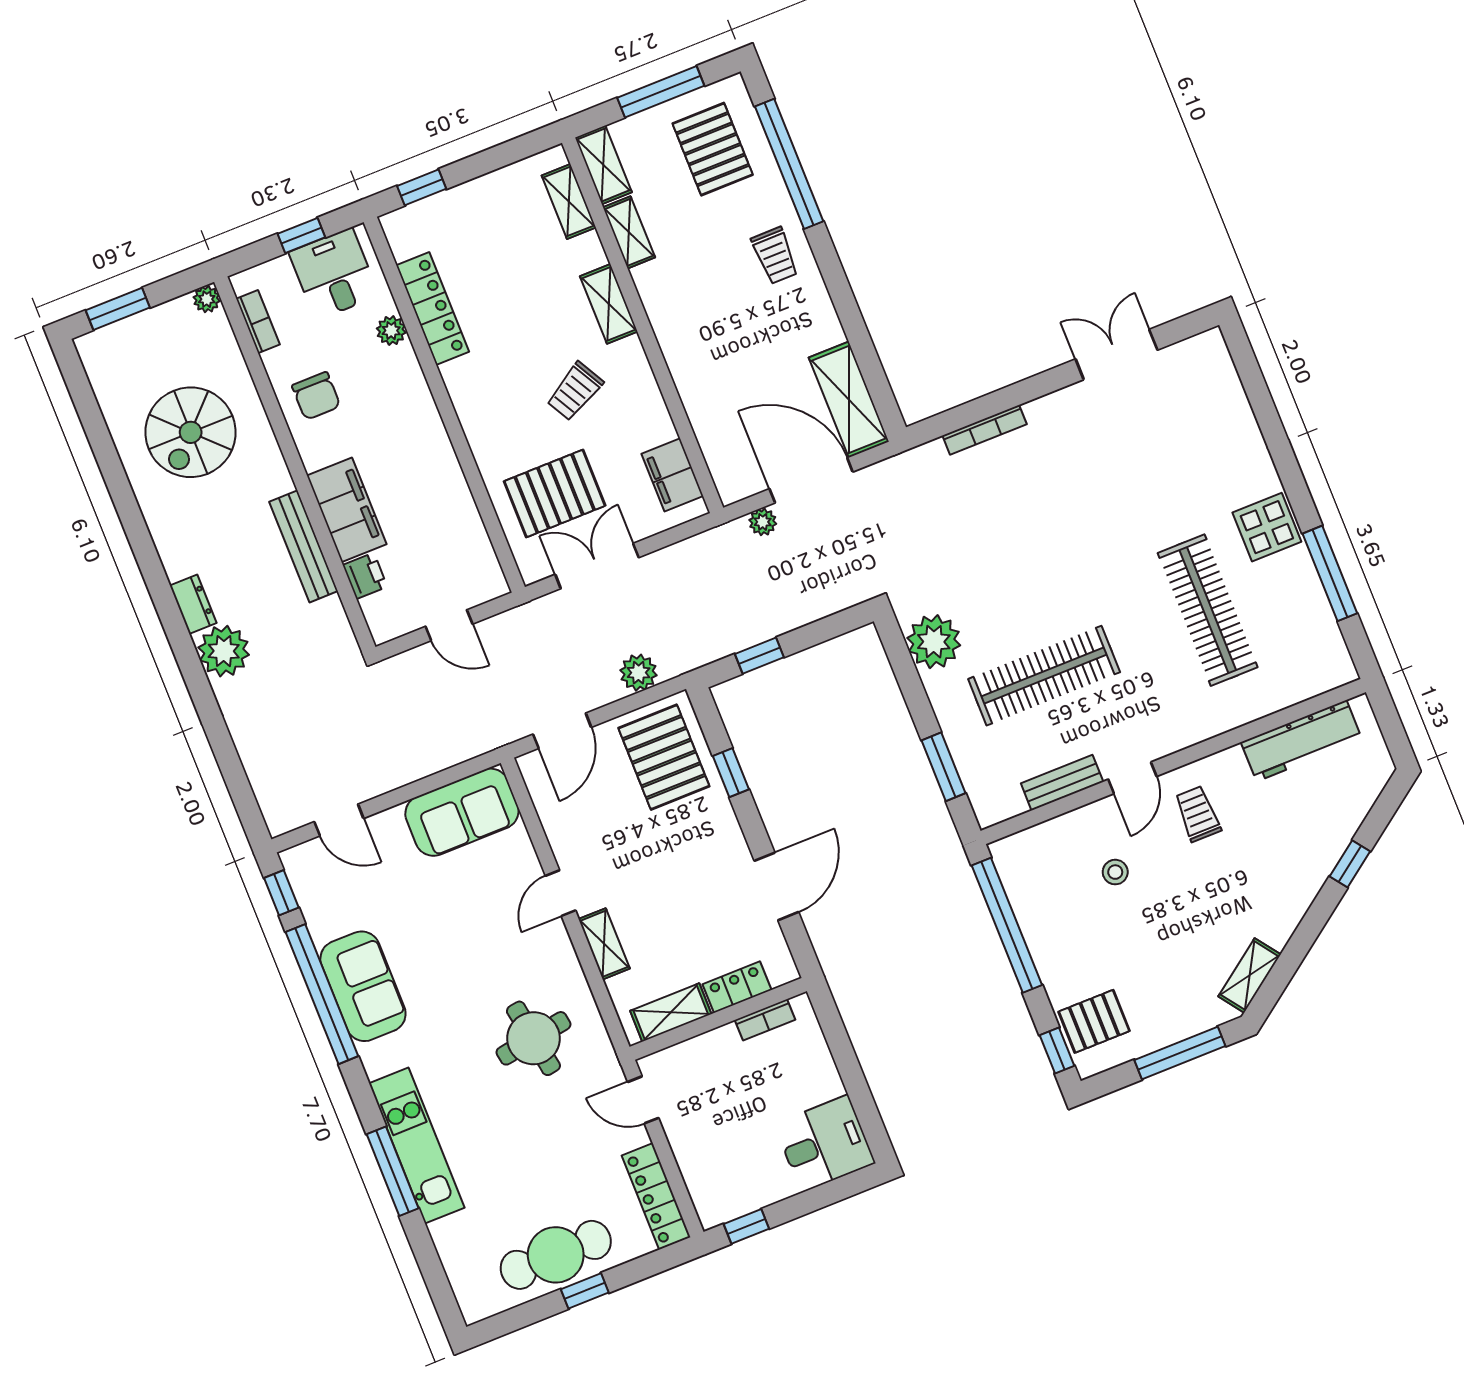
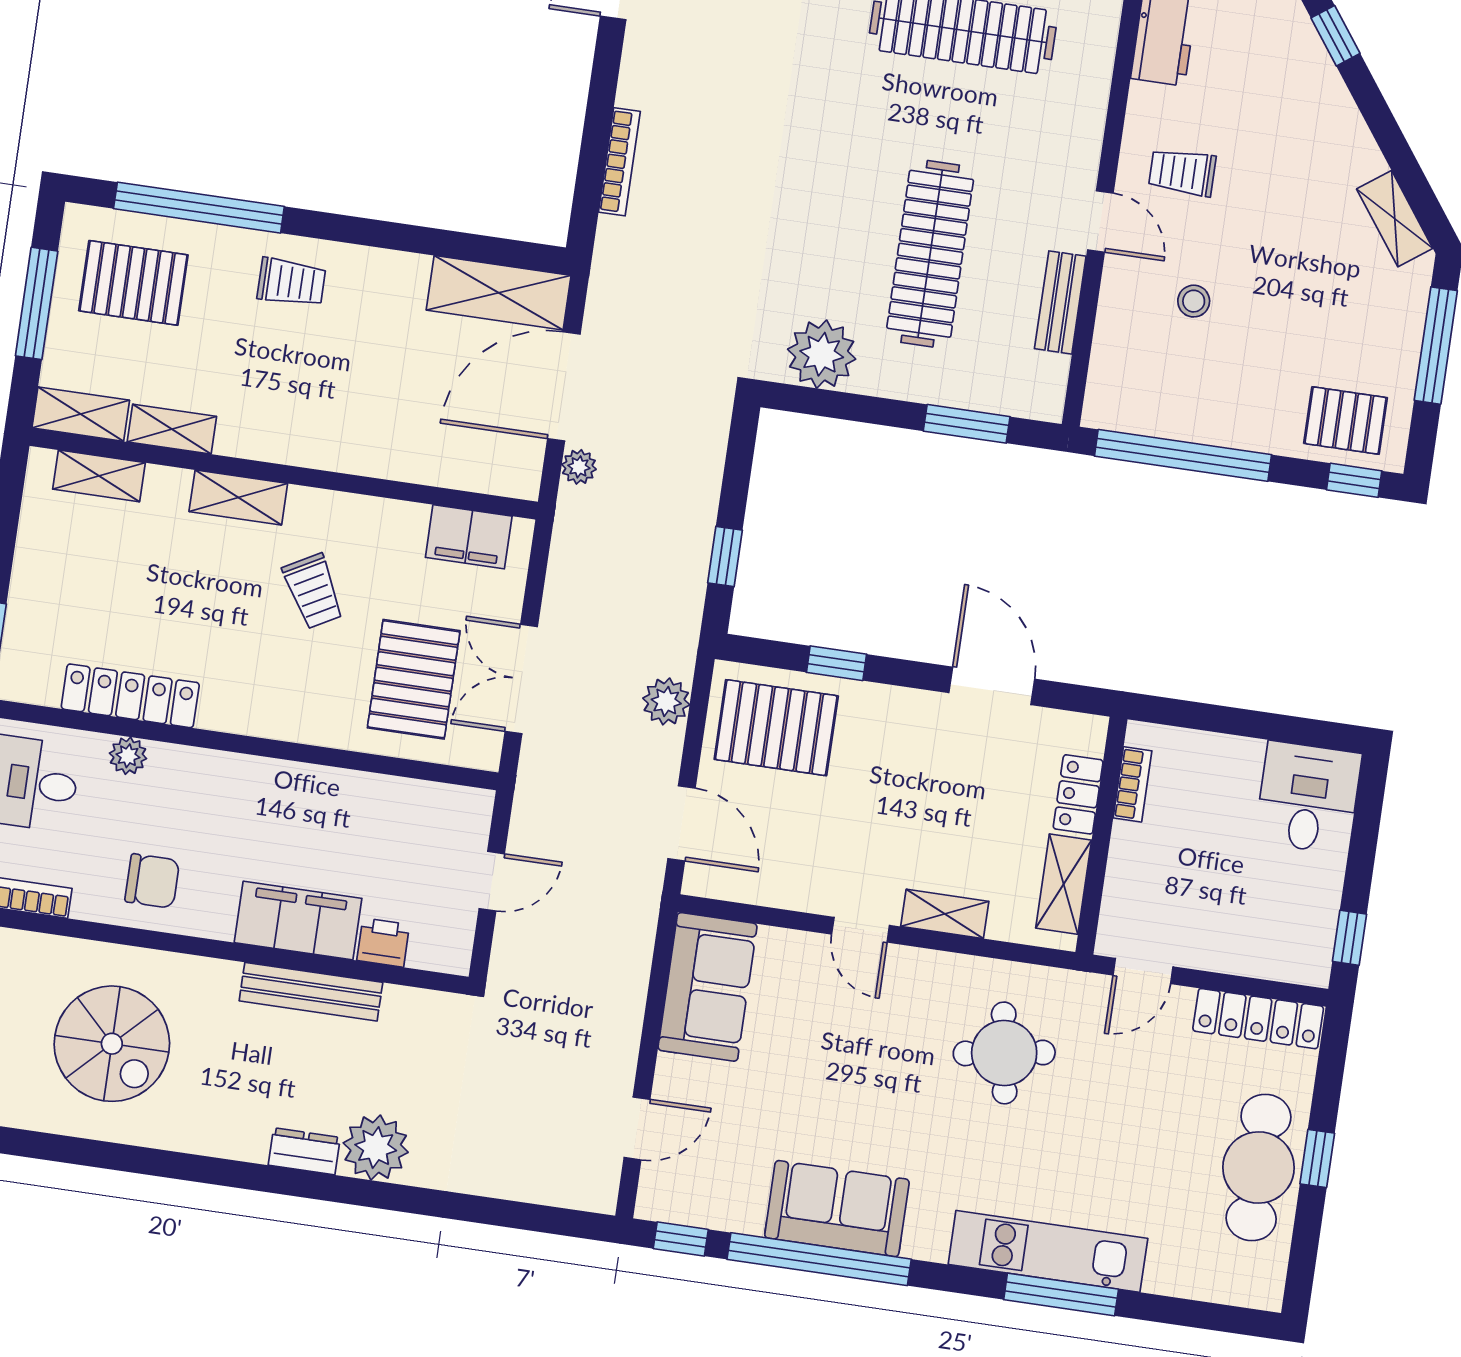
pallet: (1094, 1021) -> (1346, 421), turned 90

